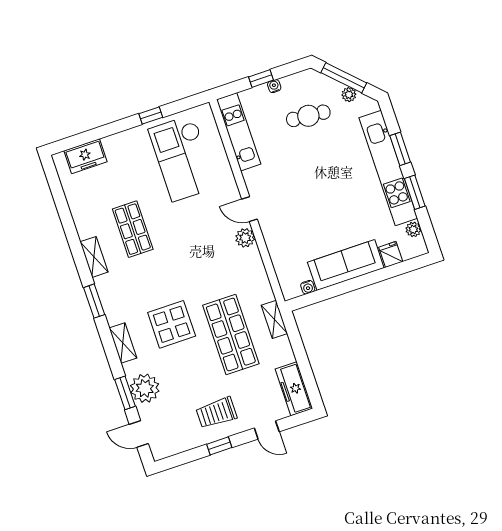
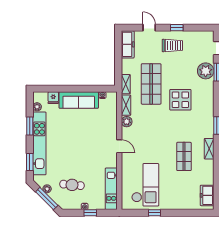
window: (400, 149) -> (30, 162), moved
freezer: (85, 156) -> (207, 195), moved, turned -90
plant: (245, 238) -> (127, 122), moved
shelving: (123, 343) -> (126, 105), moved

